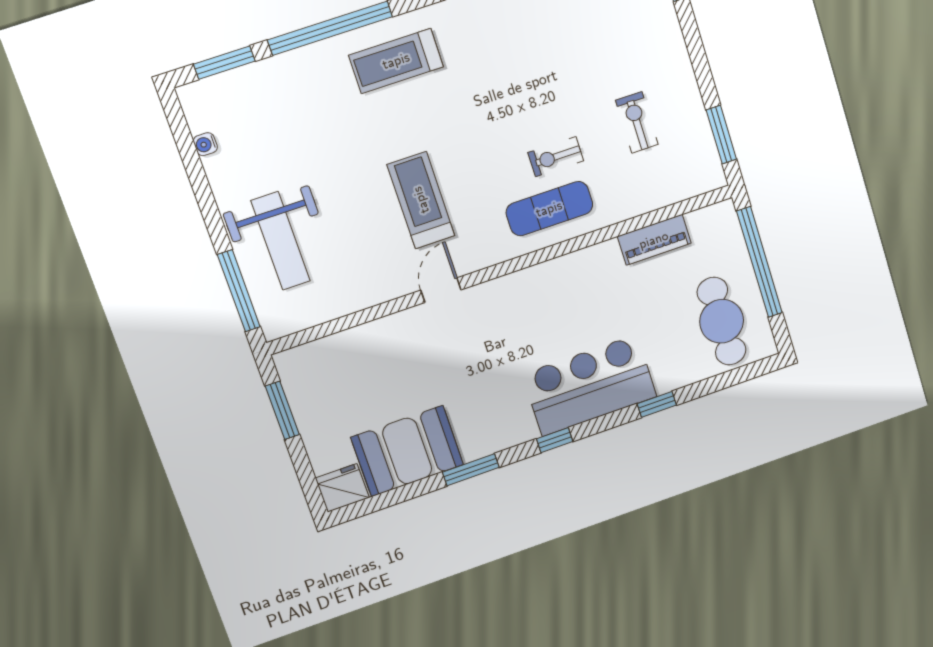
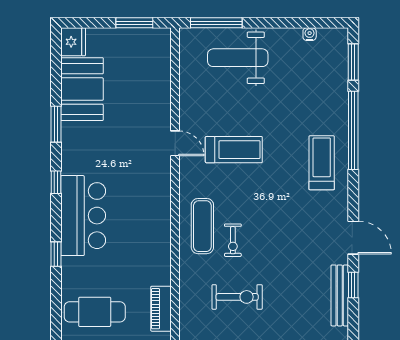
exercise bike: (637, 122) -> (237, 297), width x1.38, depth x1.39
exercise bike: (556, 157) -> (233, 240), turned 180
piano: (654, 240) -> (161, 309), moved

